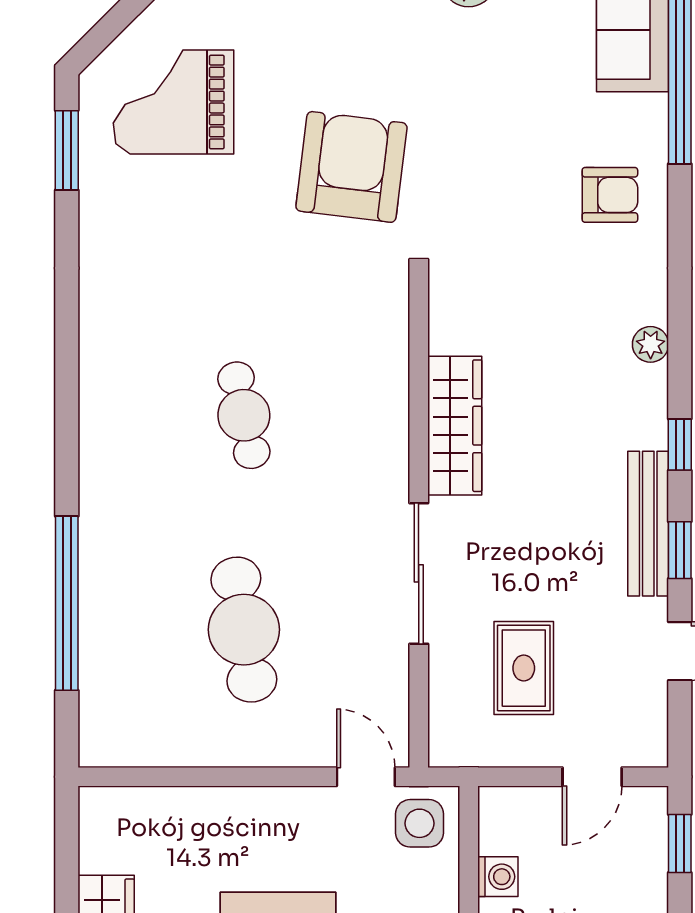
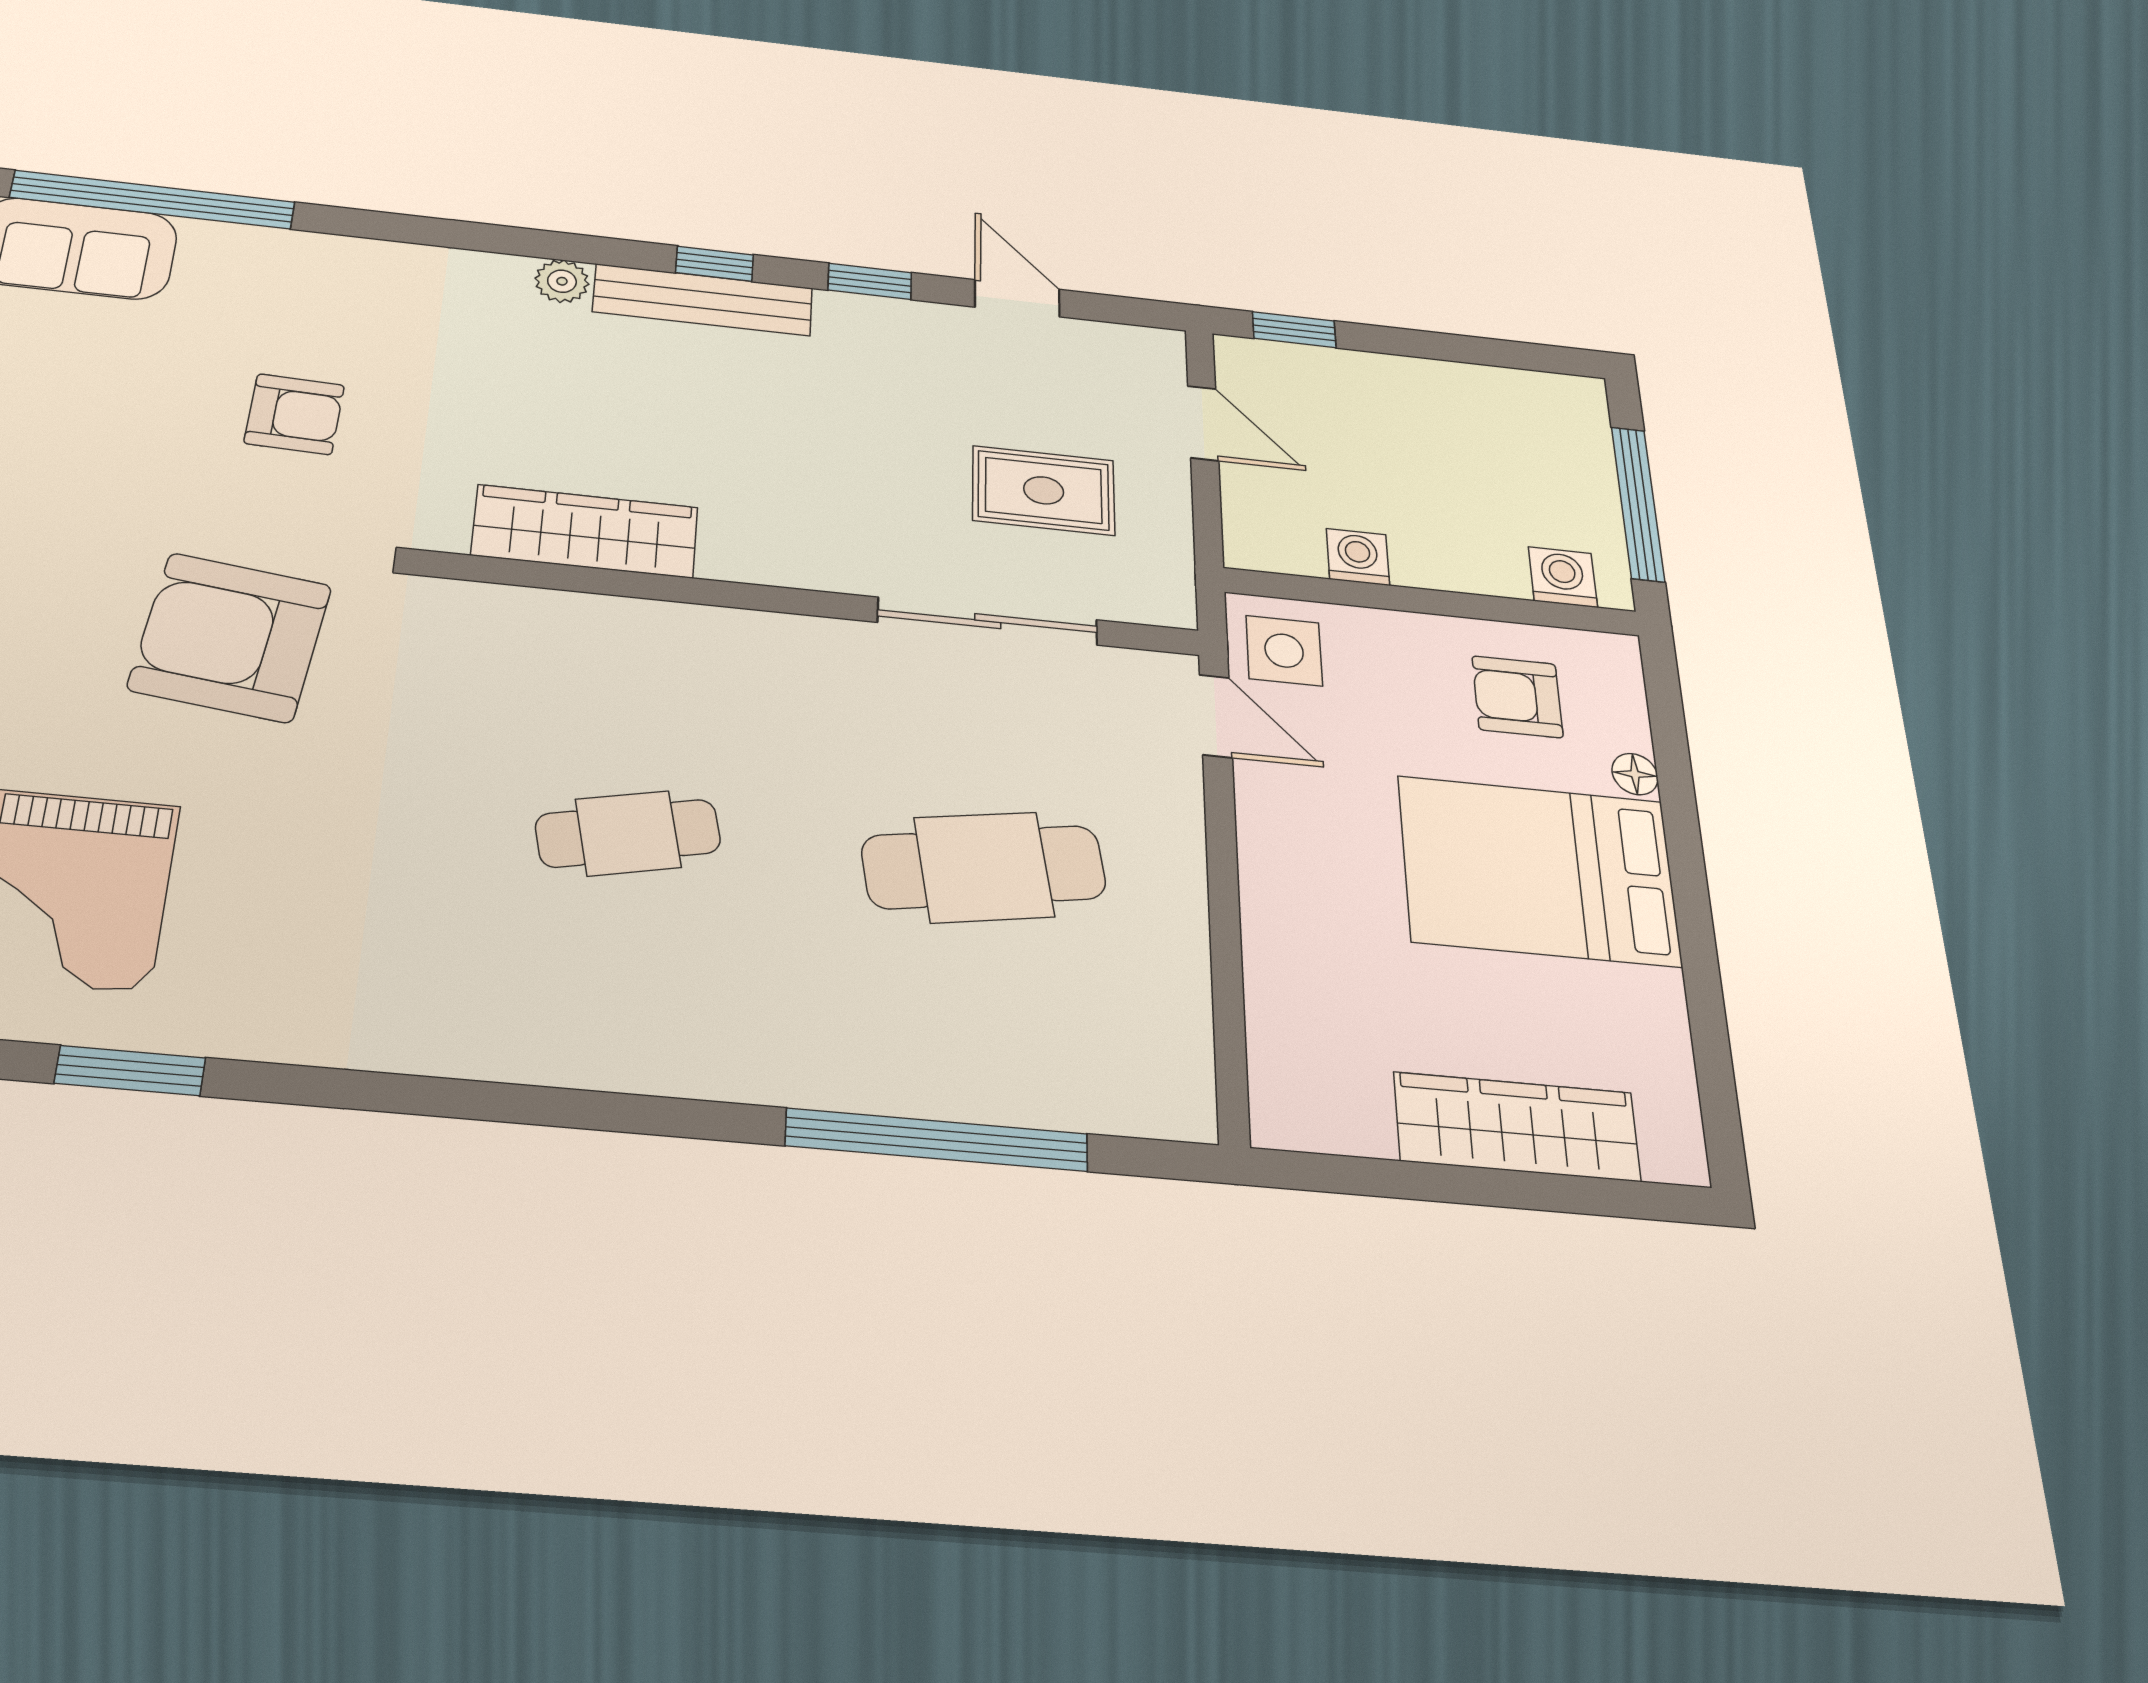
armchair: (610, 195) -> (294, 414), moved, turned 92
wardrobe: (455, 426) -> (585, 531), moved
bench: (648, 524) -> (703, 300), moved
sliding door: (419, 573) -> (988, 621), moved
door: (366, 777) -> (1216, 716), swing flipped

